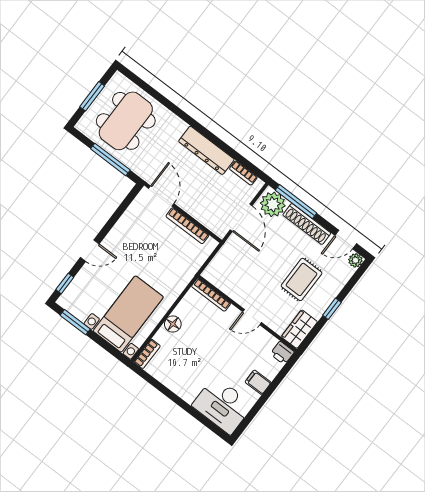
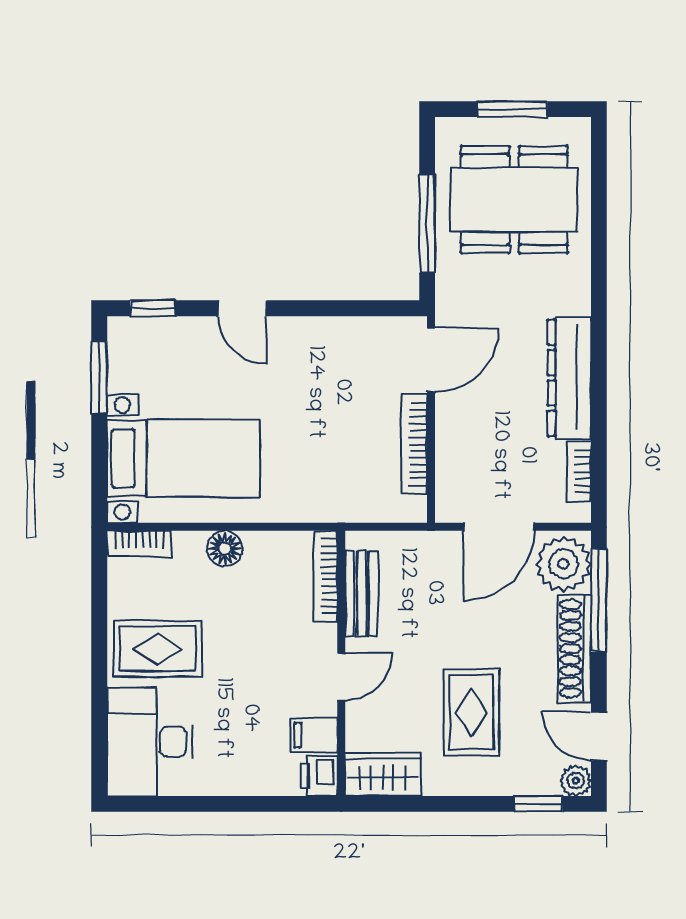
rug: (302, 279) -> (471, 713), turned 90
bench: (227, 287) -> (361, 594), added
window: (332, 309) -> (538, 804), moved
door: (252, 317) -> (341, 677), swing flipped
rug: (191, 376) -> (158, 649), added
filing cabinet: (258, 382) -> (314, 735), moved, turned -90

